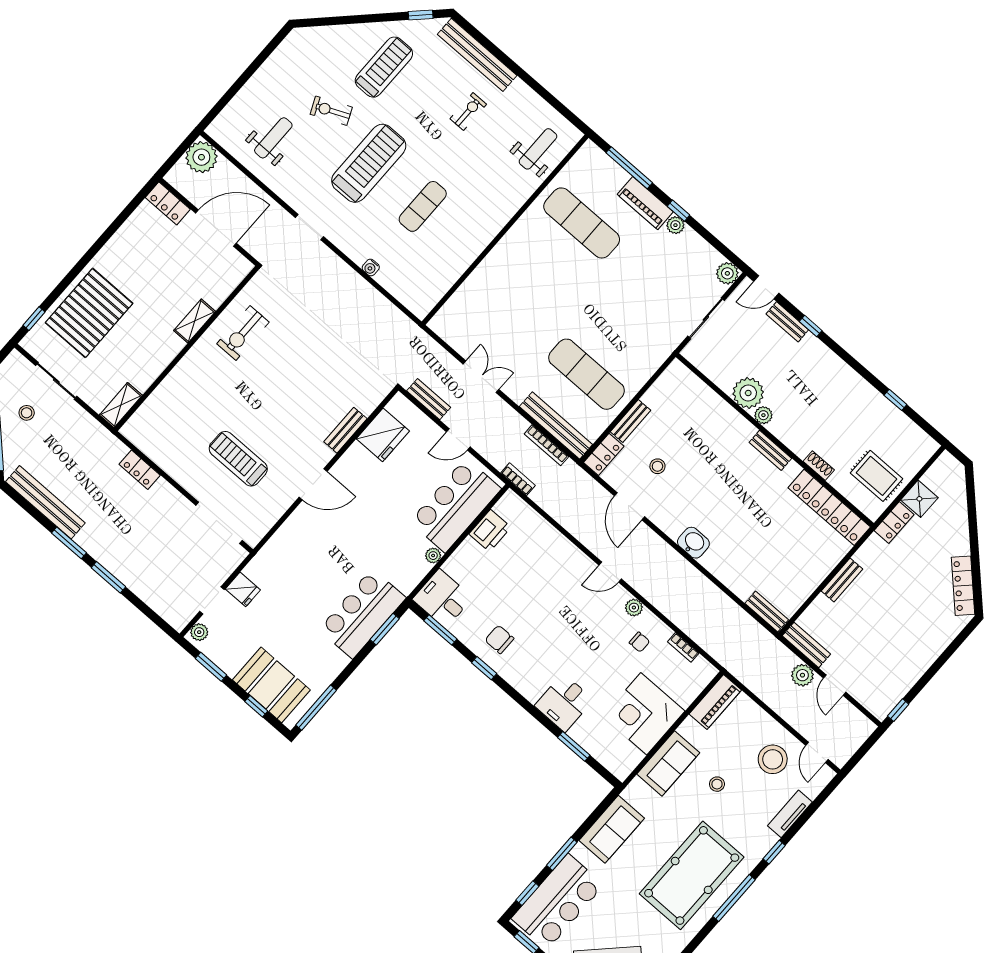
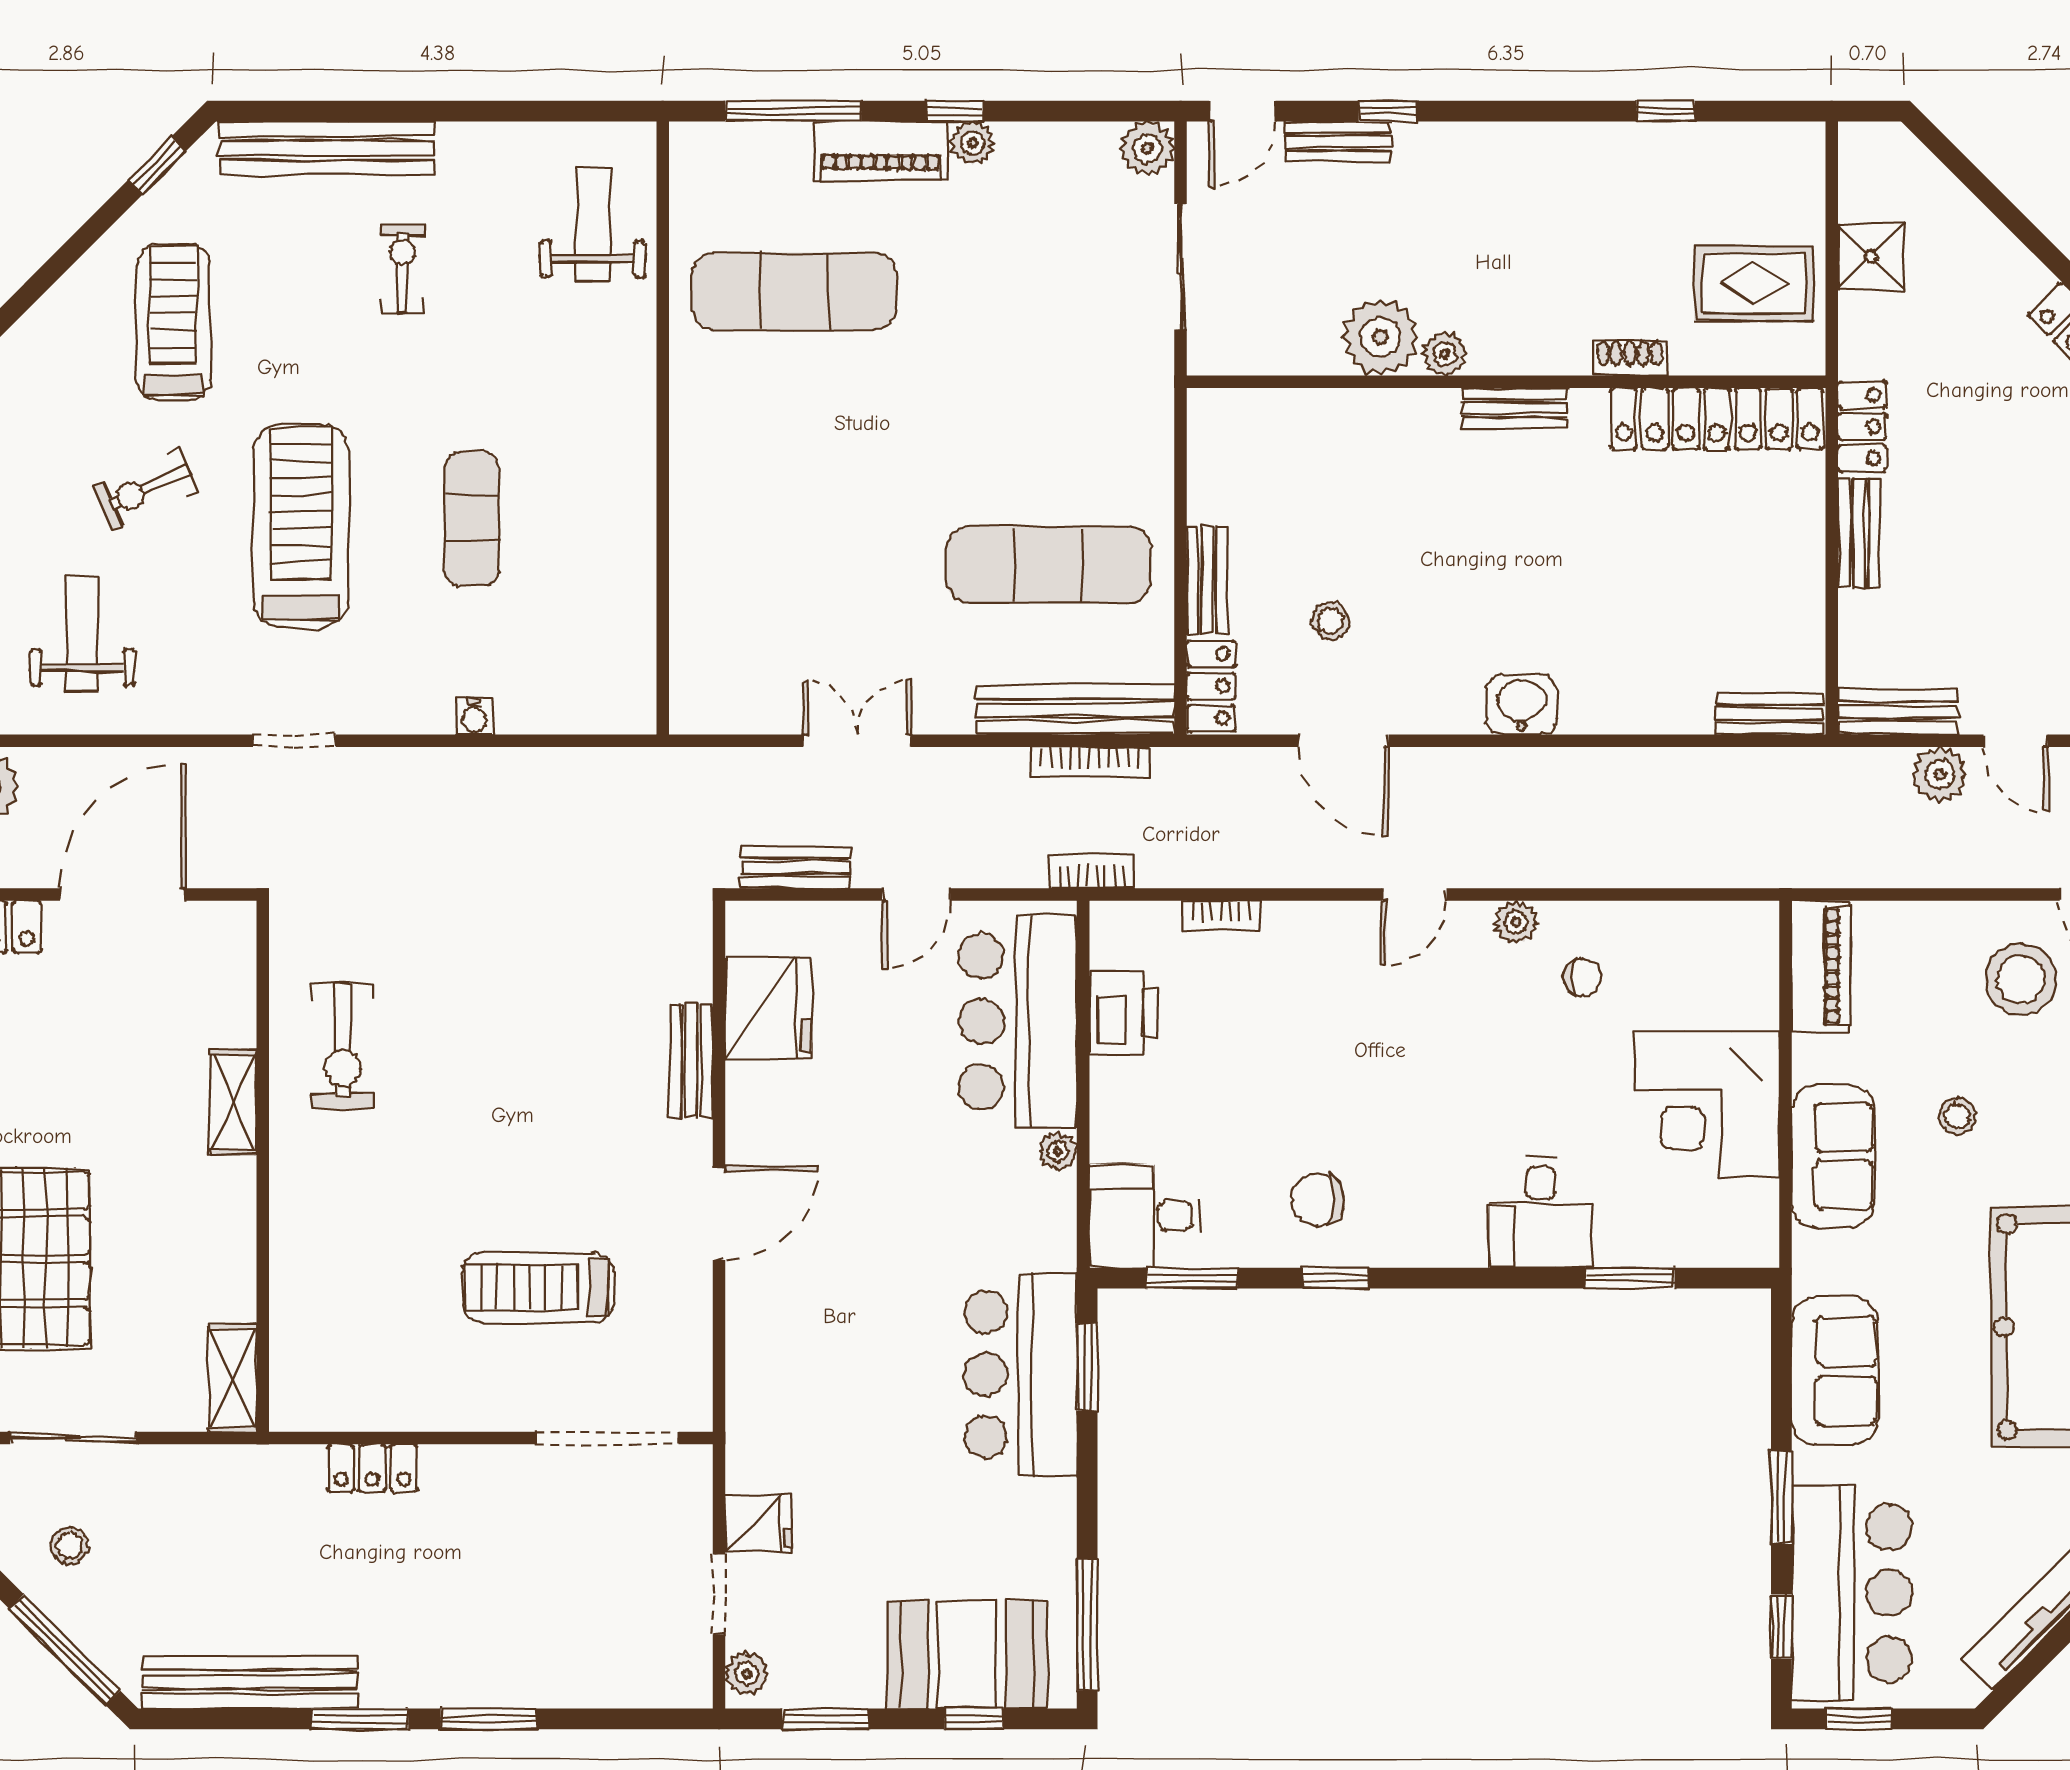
locker: (894, 522) -> (1862, 426), moved
bookcase: (683, 647) -> (1221, 916), moved

